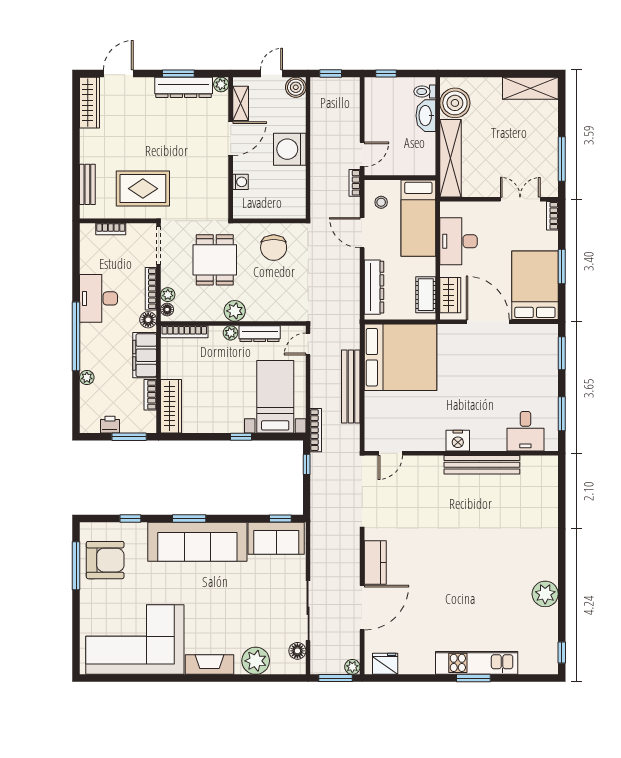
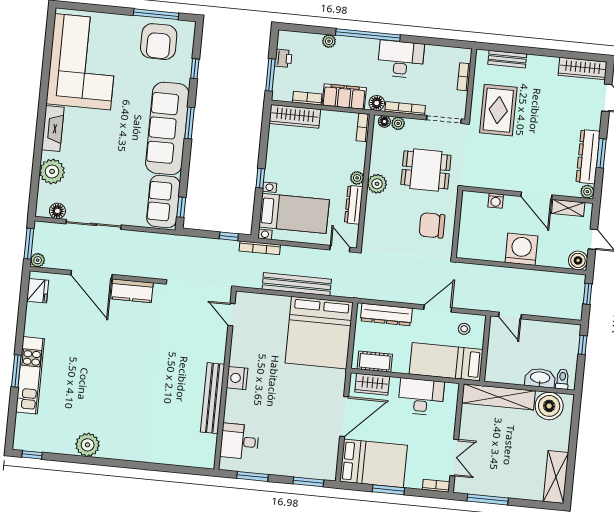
bookcase: (355, 183) -> (484, 306), removed
bookcase: (184, 332) -> (363, 127), width x0.64

